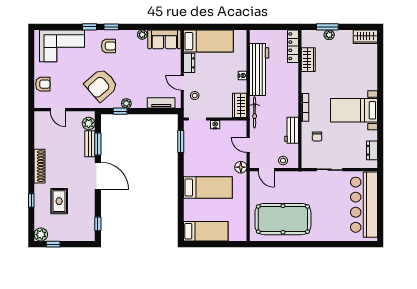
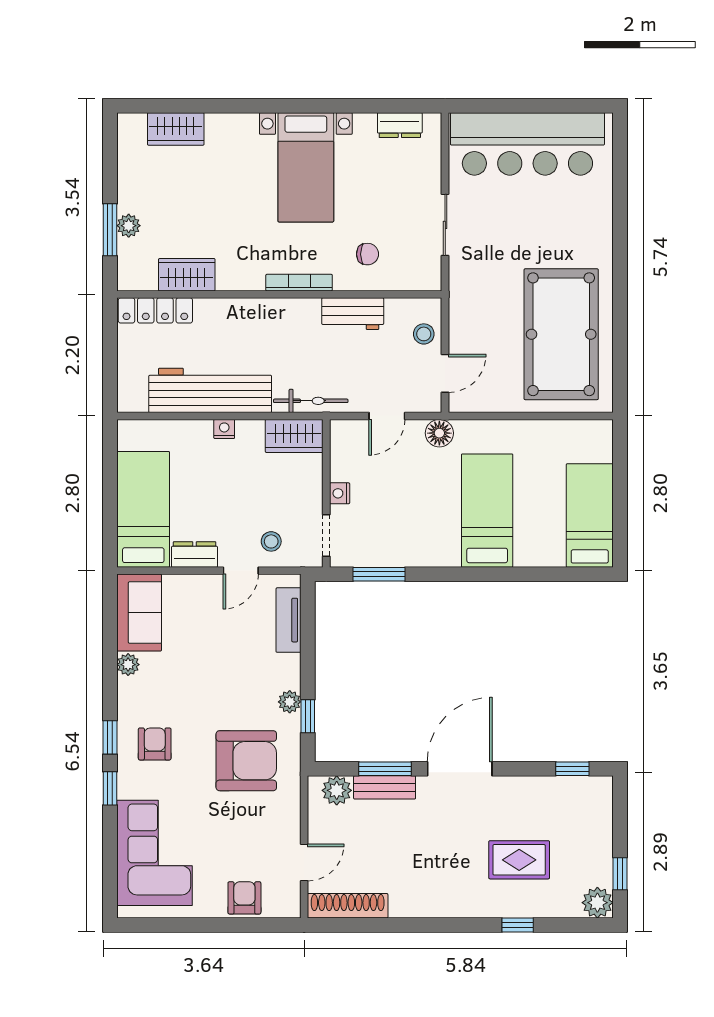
wardrobe: (365, 37) -> (176, 129), moved, turned 90
armchair: (101, 85) -> (246, 761), turned -49
shoe rack: (40, 166) -> (348, 906), moved

